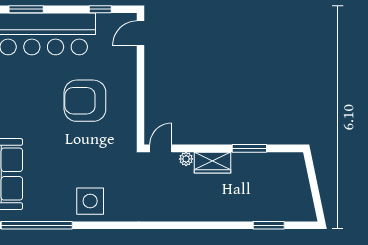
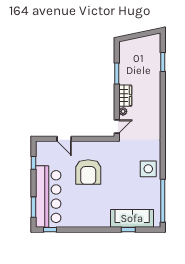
door: (140, 33) -> (64, 139), moved
door: (161, 148) -> (117, 126), swing flipped

